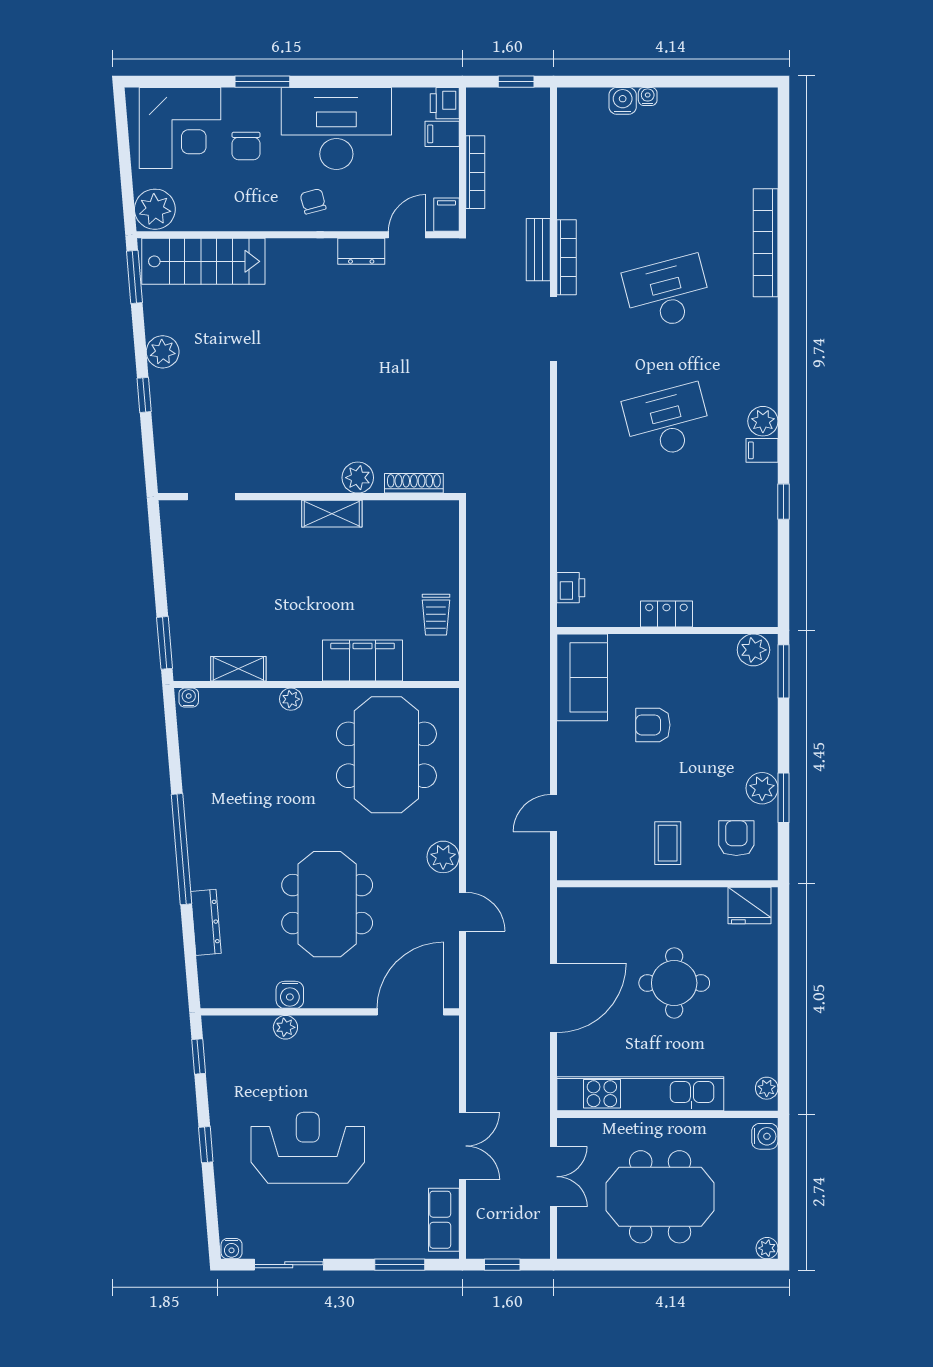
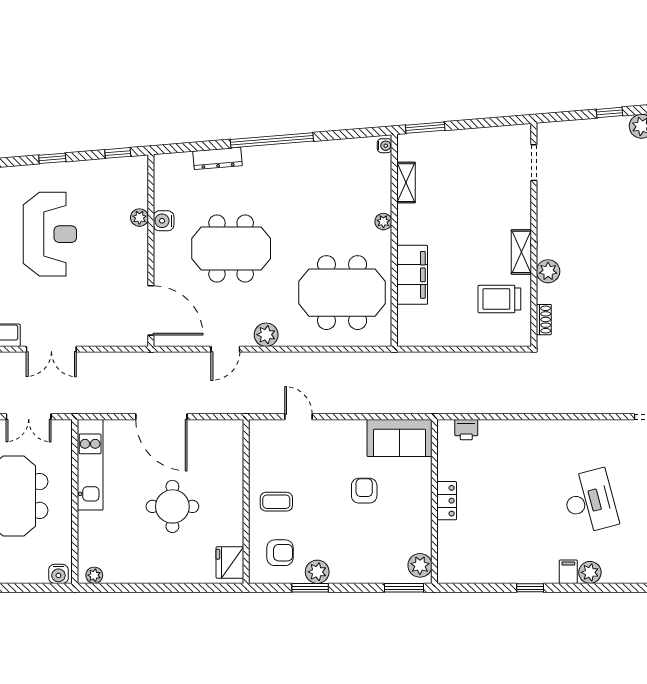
shoe rack: (414, 483) -> (544, 320), width x0.70
trolley: (436, 615) -> (499, 299), moved, width x1.36, depth x1.39
kitchen unit: (640, 1094) -> (90, 465), width x0.73

